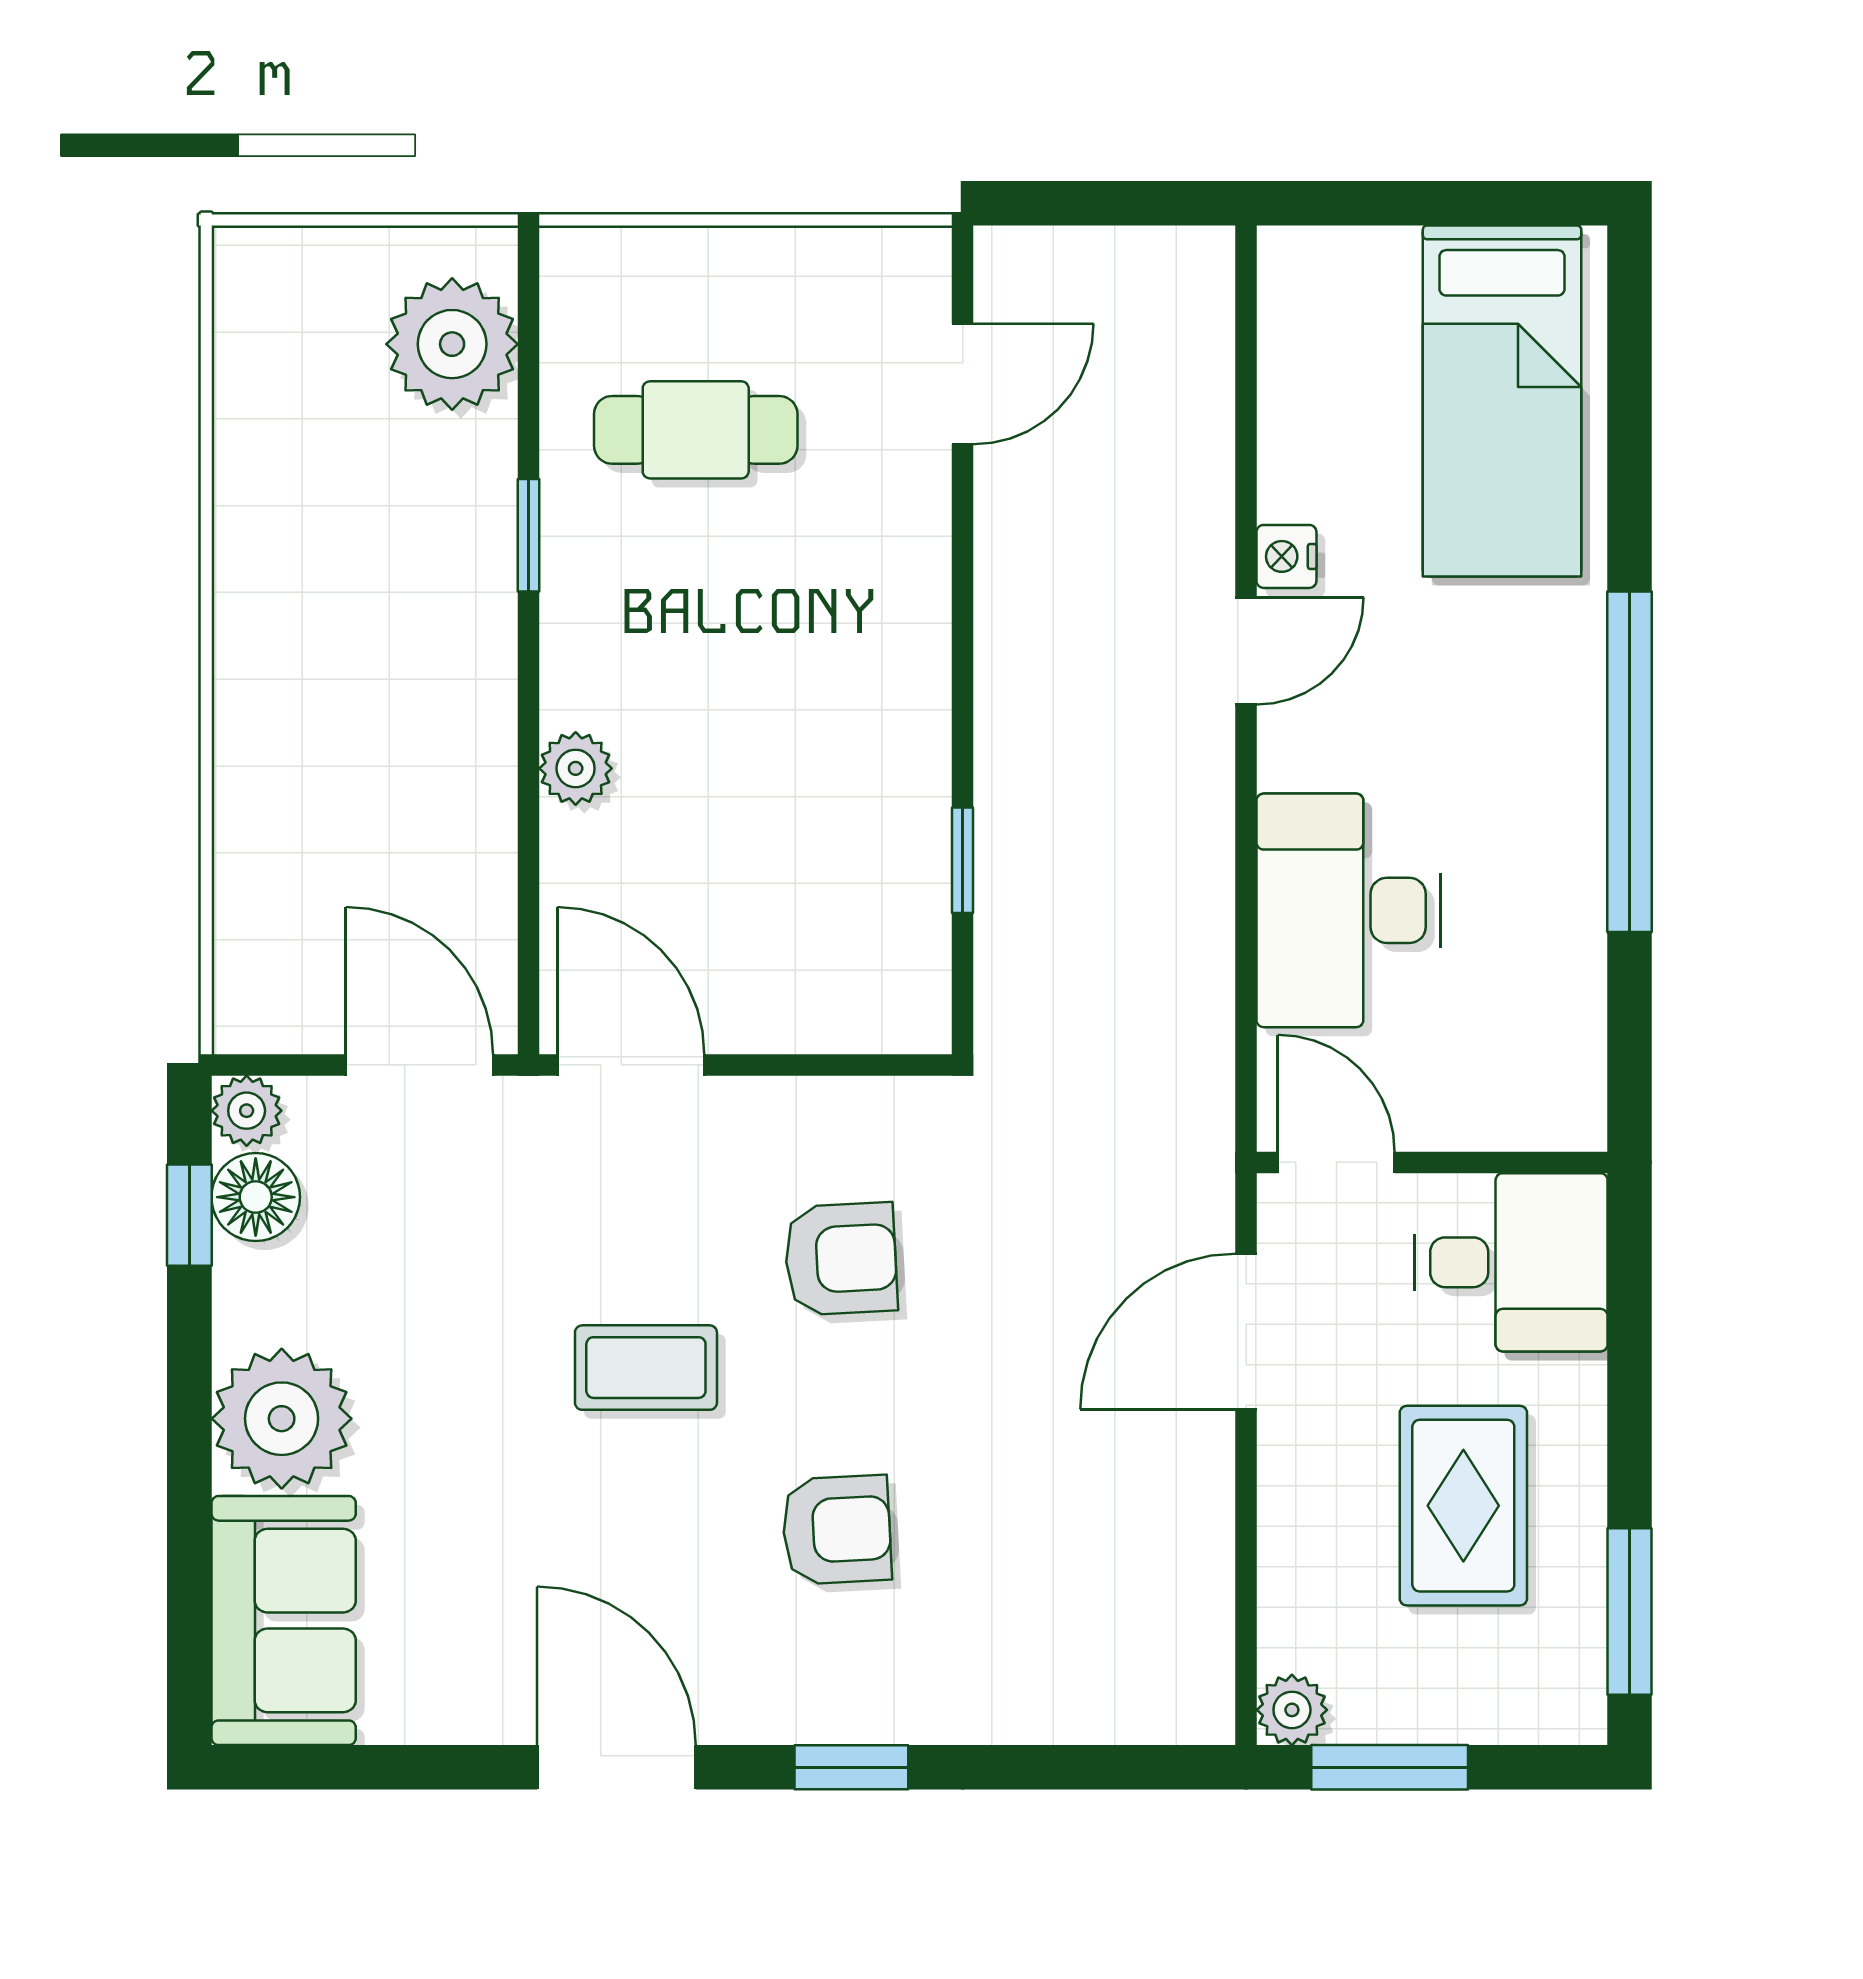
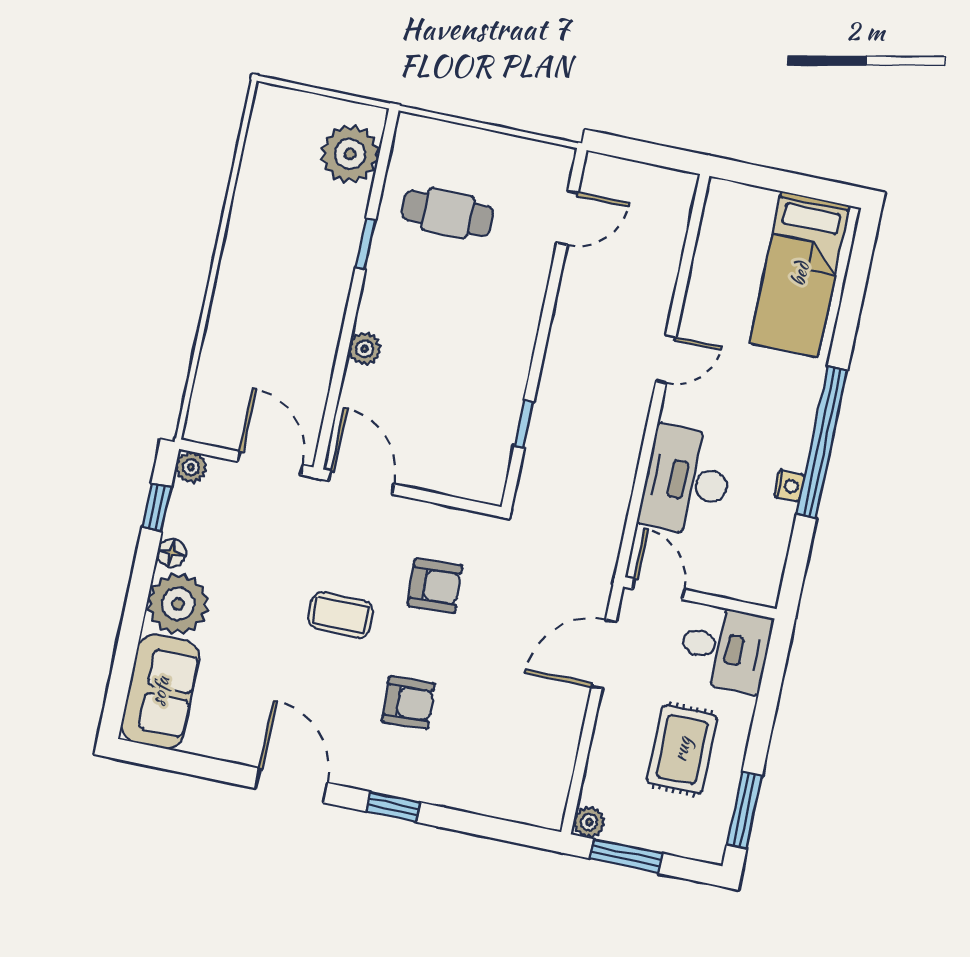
nightstand: (1286, 556) -> (789, 486), moved, turned 180
floor lamp: (256, 1197) -> (172, 553), moved, width x0.73, depth x0.73

